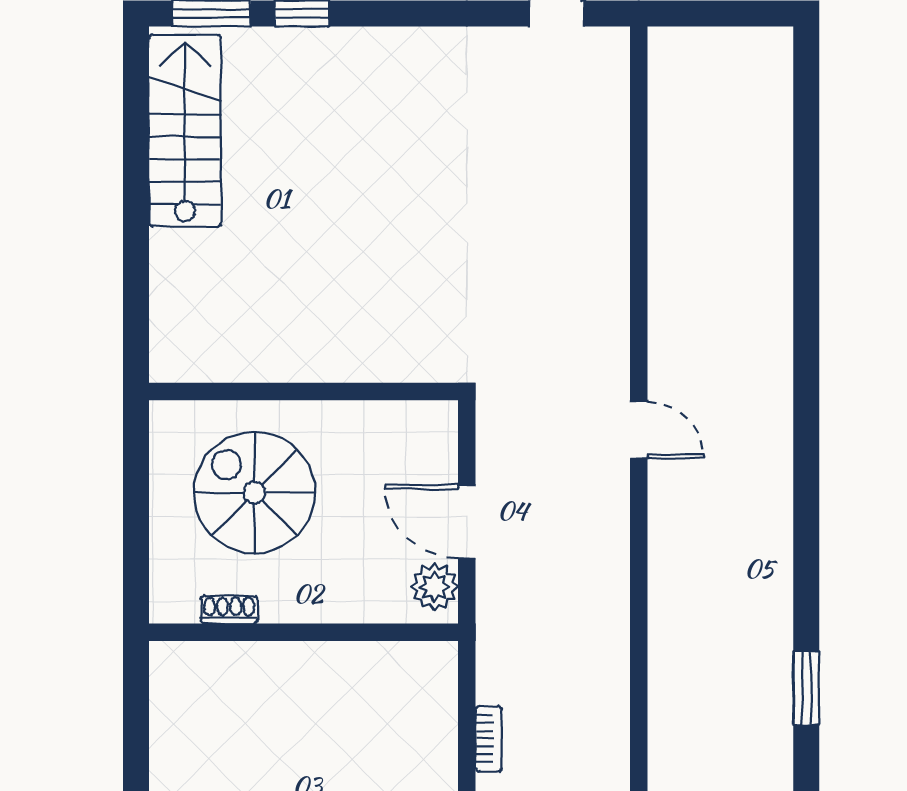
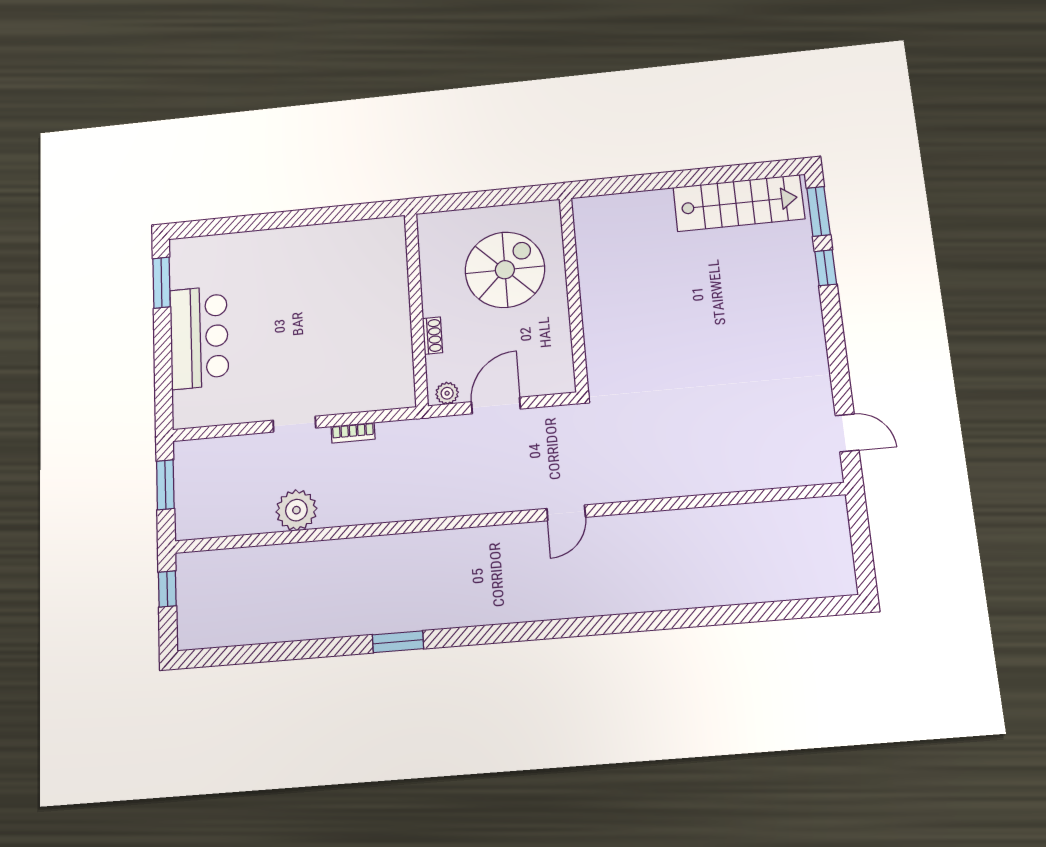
plant: (434, 587) -> (447, 393), width x0.73, depth x0.73
shoe rack: (229, 610) -> (432, 336), moved

